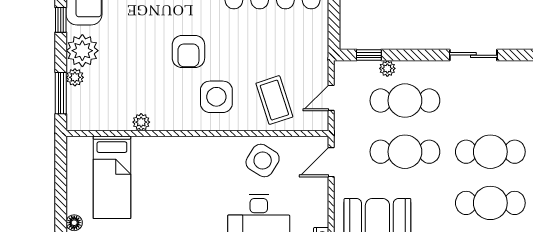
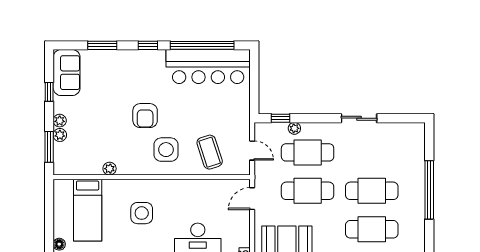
plant: (82, 51) -> (60, 121), width x0.53, depth x0.53
door: (331, 98) -> (252, 150), swing flipped
side table: (263, 160) -> (142, 213), moved, turned -32

